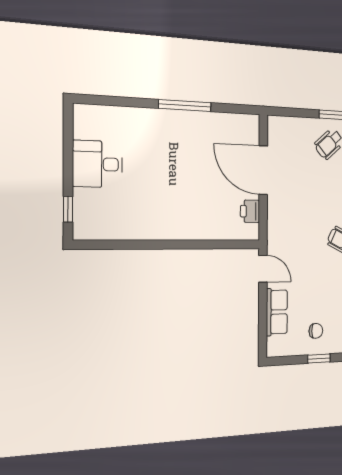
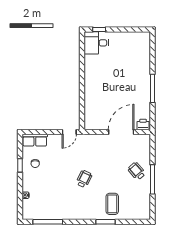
desk: (98, 164) -> (96, 43), moved, turned -90
printer: (250, 211) -> (143, 124), moved
row of seats: (277, 312) -> (35, 140), moved

